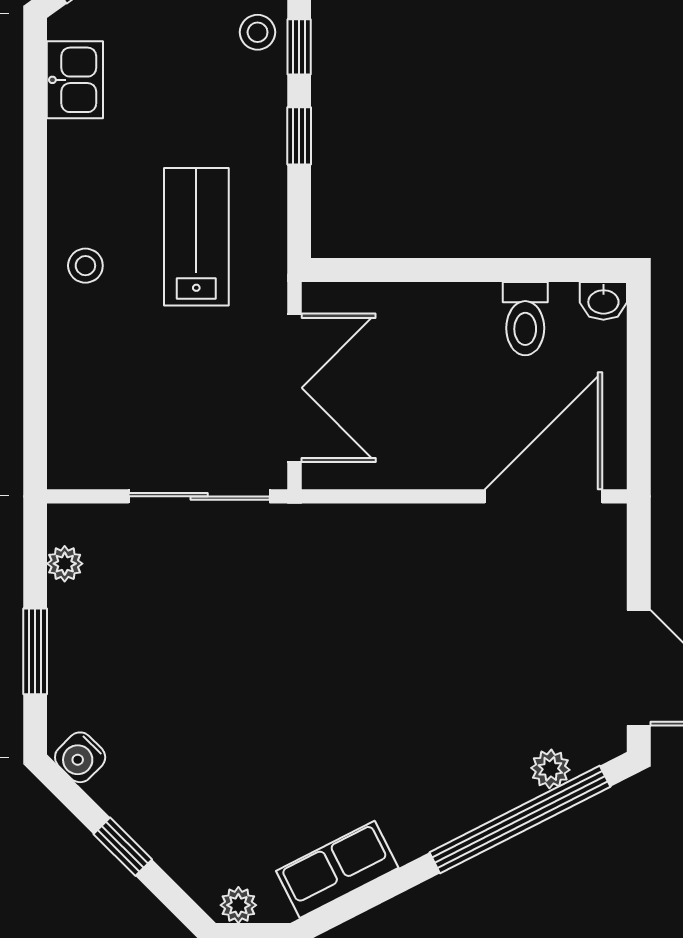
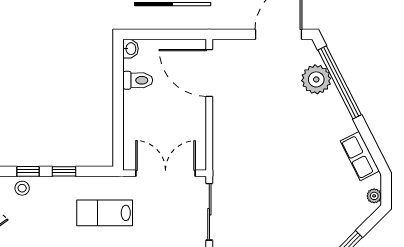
plant: (550, 769) -> (316, 79), width x1.87, depth x1.87

